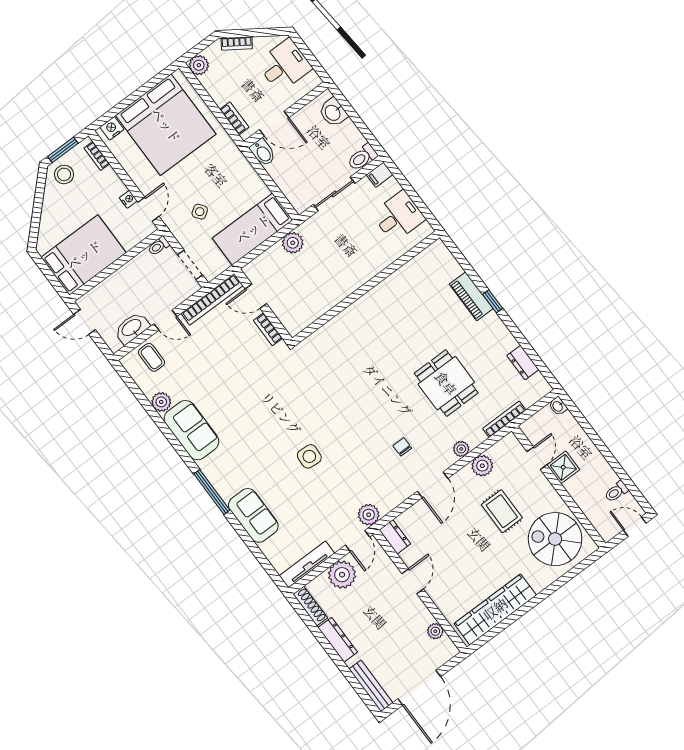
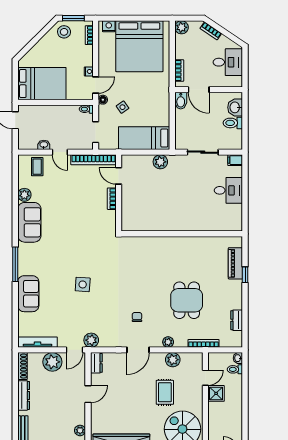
toilet: (362, 157) -> (233, 123), moved
floor lamp: (170, 220) -> (103, 100), added
wall: (366, 288) -> (182, 234), moved
washbasin: (132, 328) -> (44, 145), width x0.52, depth x0.69
toilet: (616, 492) -> (235, 369), moved

